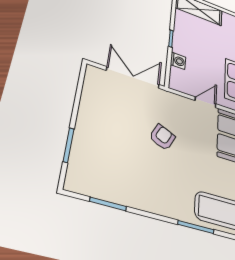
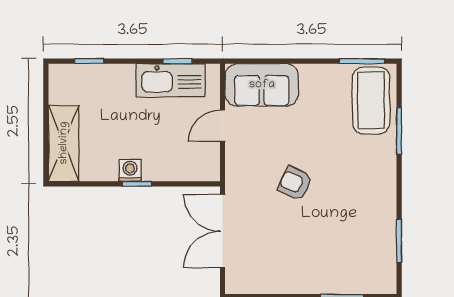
washing machine: (178, 61) -> (130, 170), moved
door: (206, 102) -> (223, 126), hinge flipped

